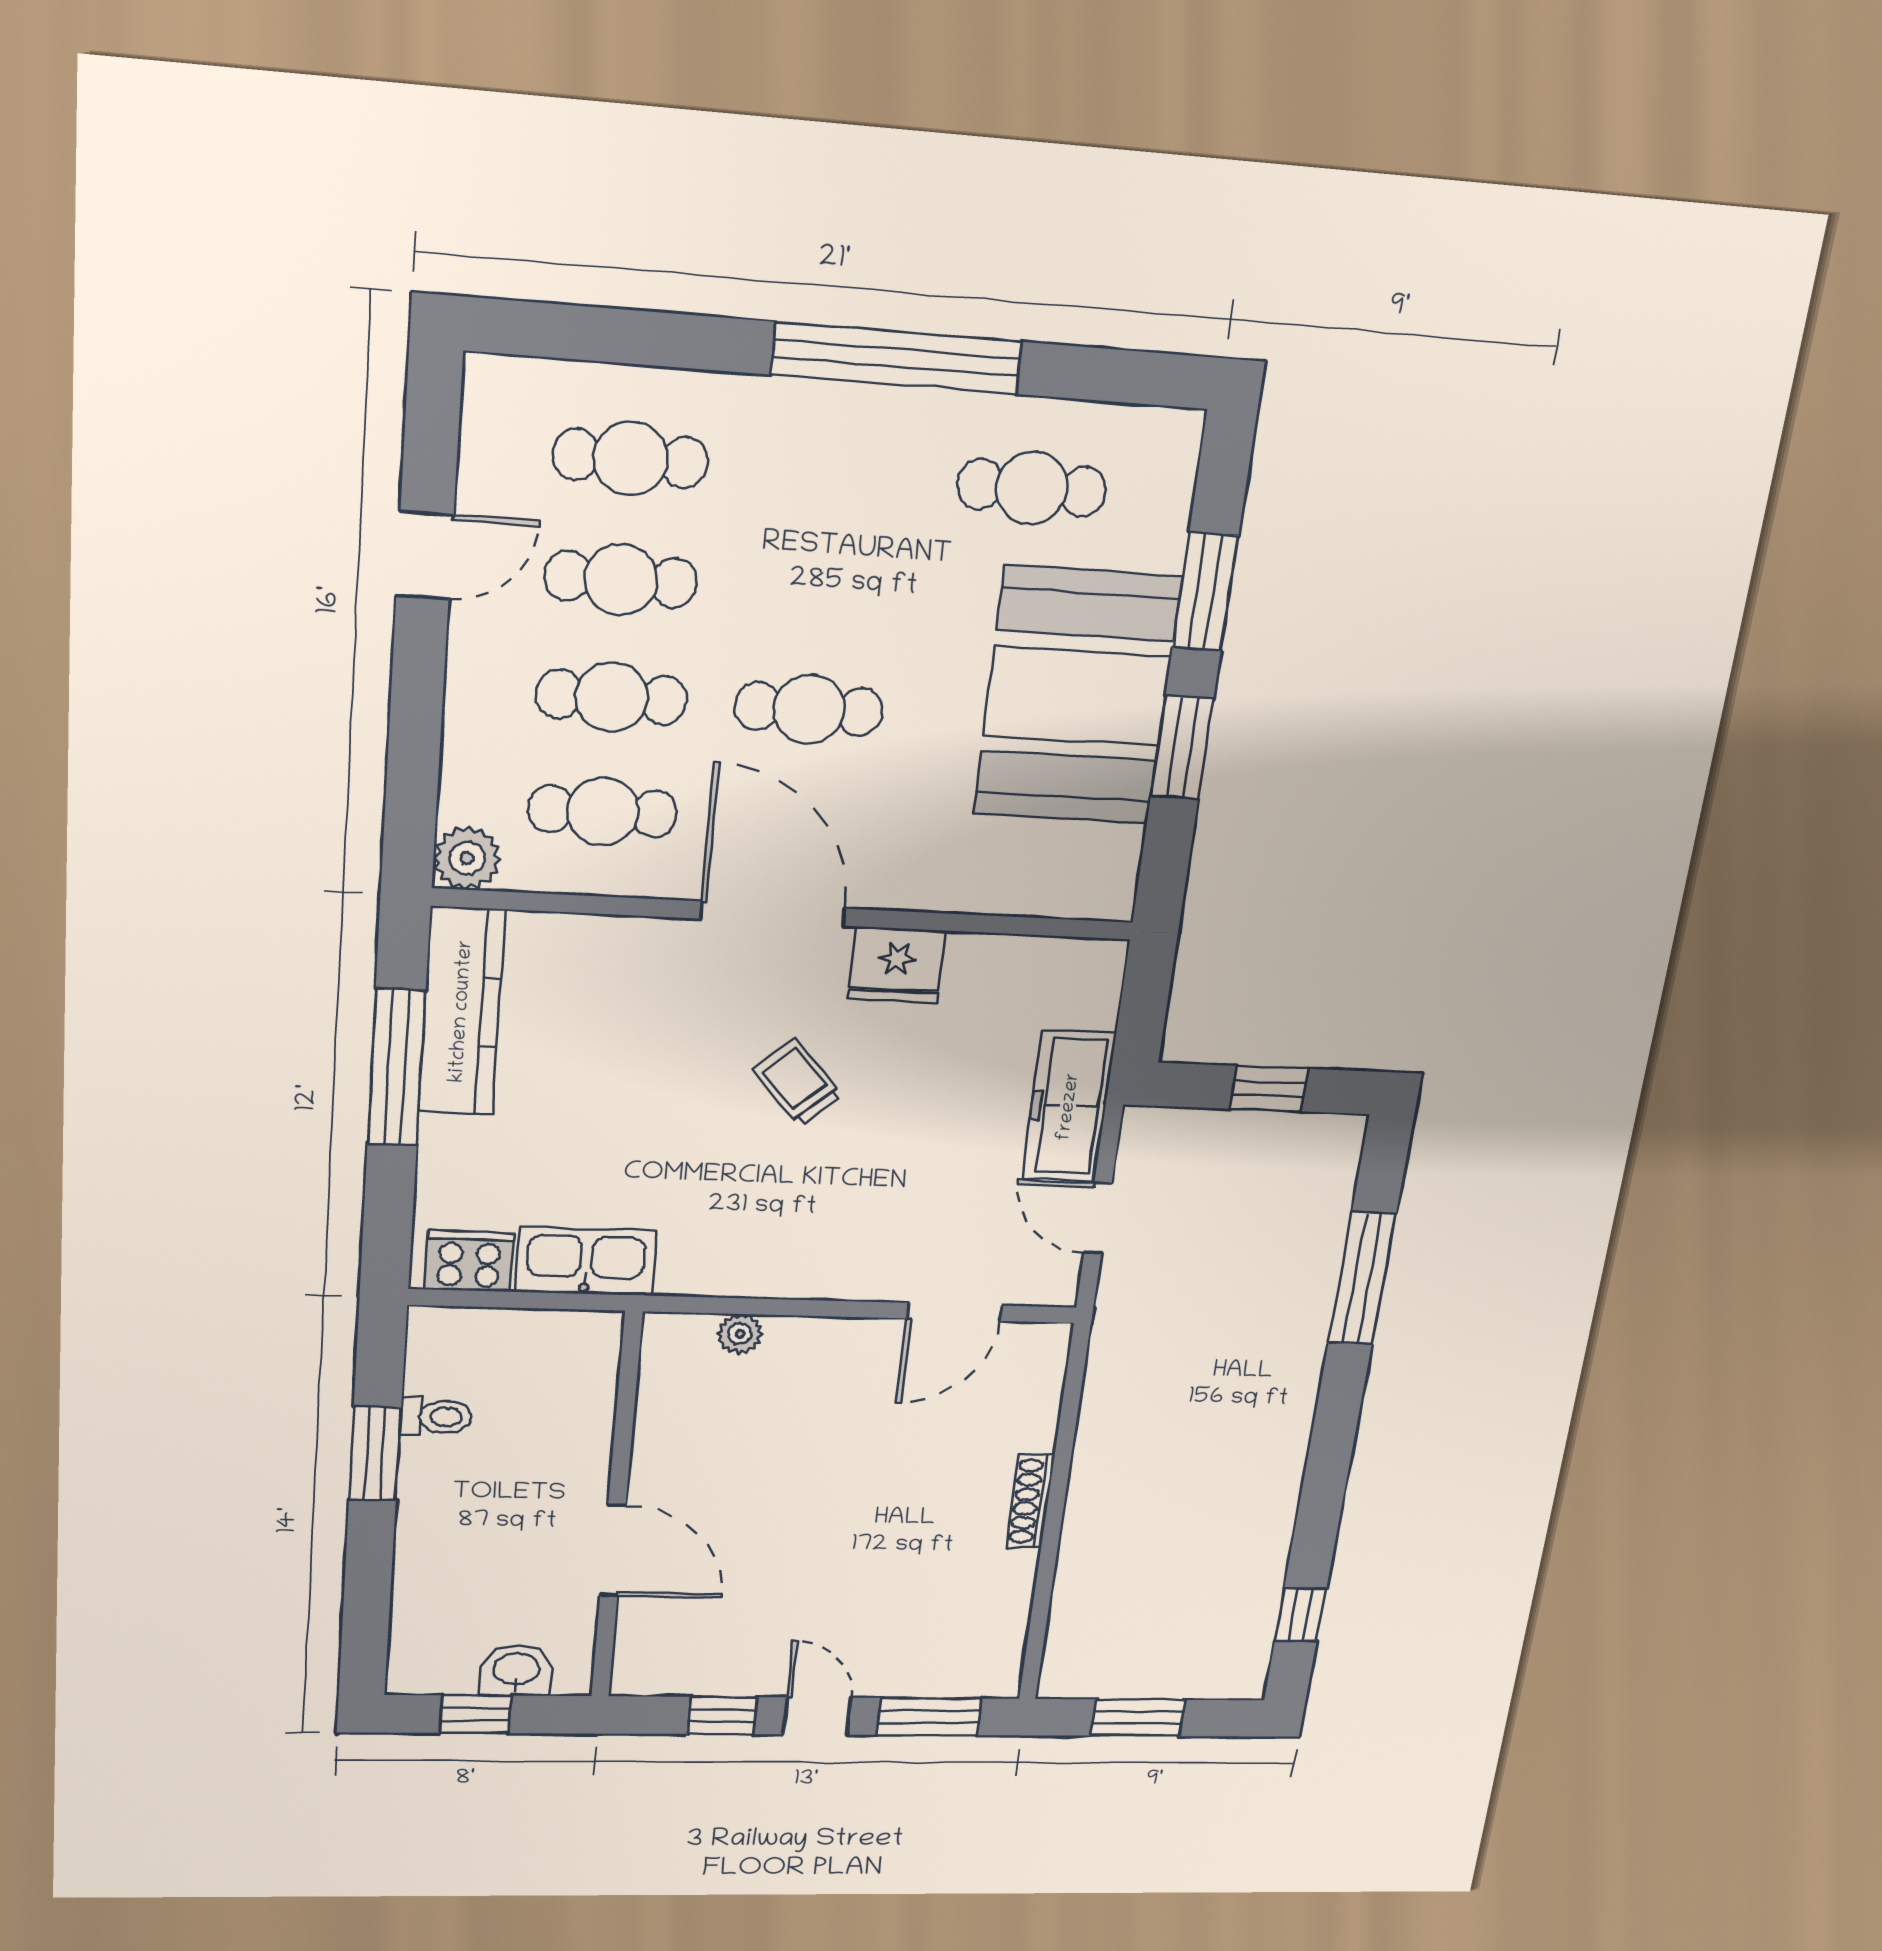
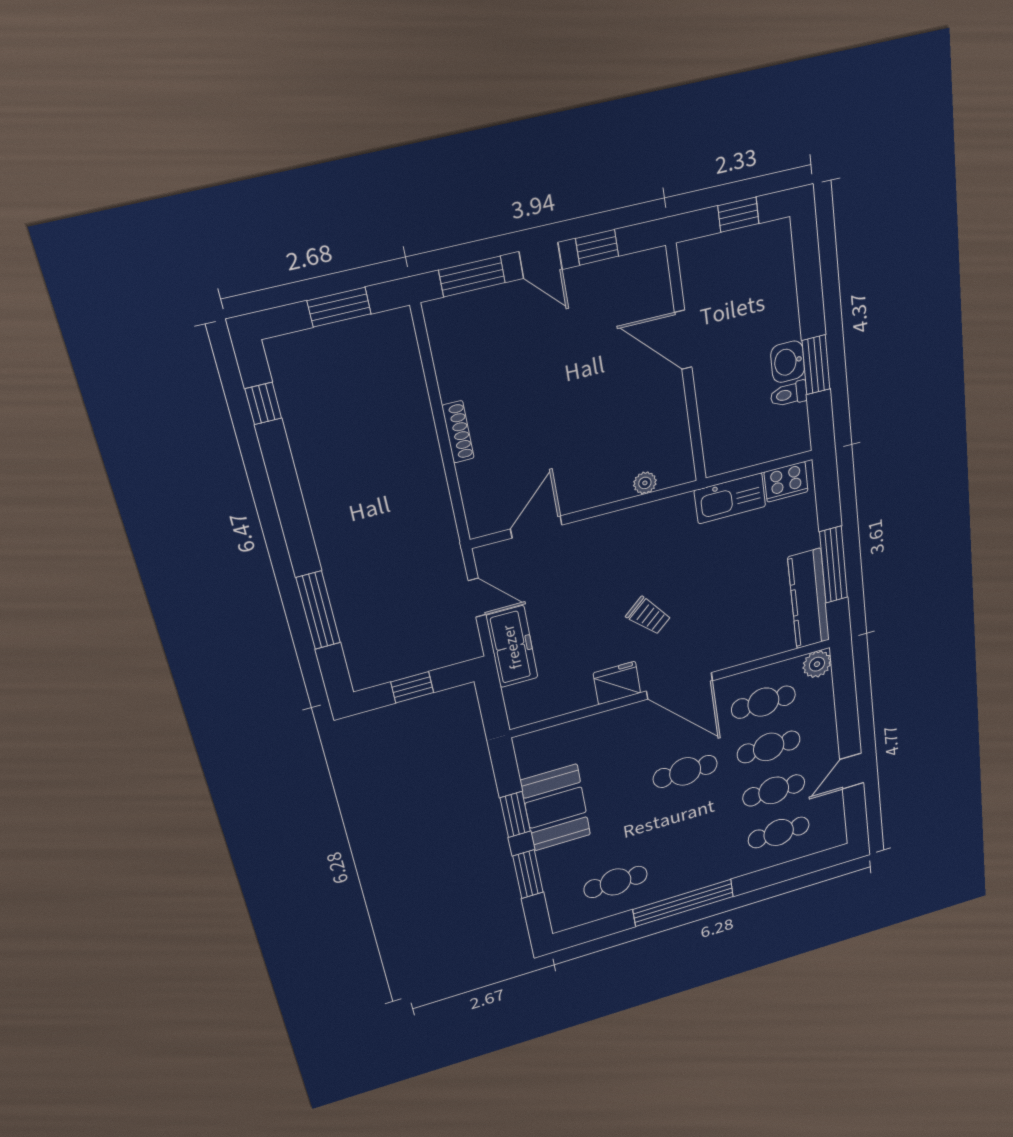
booth: (1077, 696) -> (556, 808), width x0.73, depth x0.70
washbasin: (516, 1670) -> (788, 362), moved, turned 90

